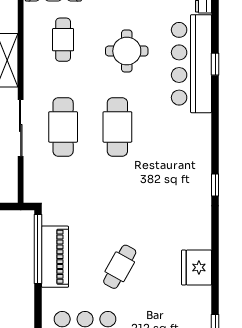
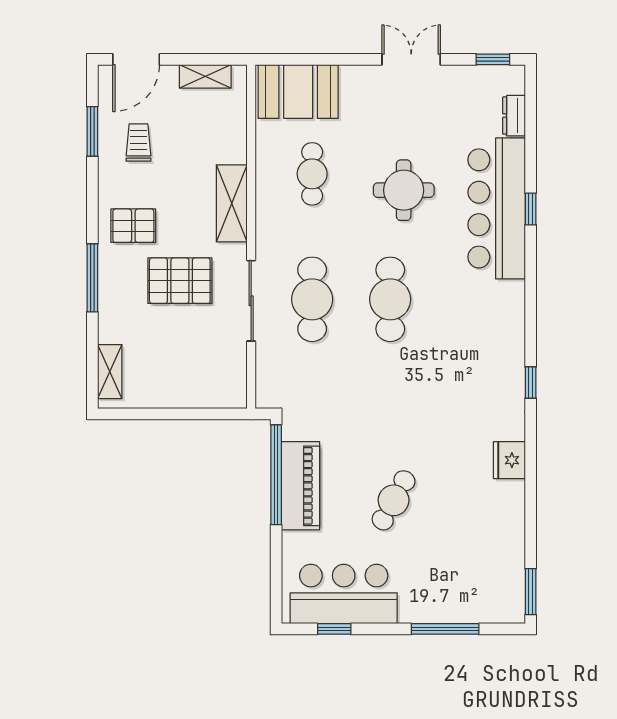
fridge: (197, 267) -> (509, 460), moved, width x0.73, depth x0.75

